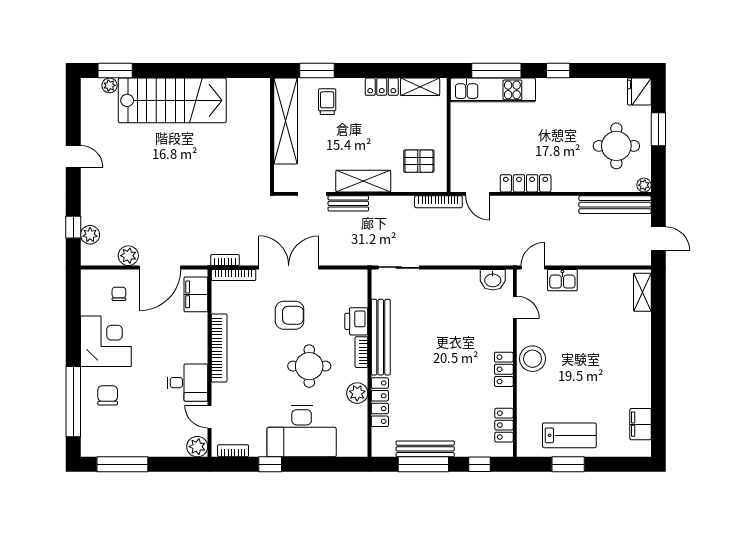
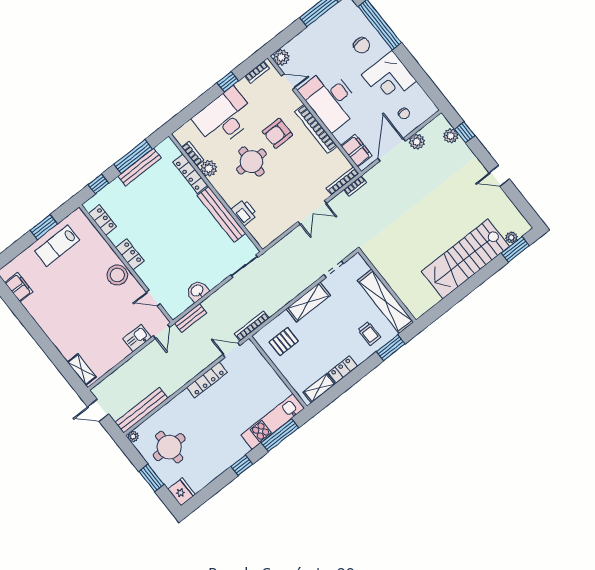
bench: (348, 203) -> (191, 318), moved
double door: (289, 267) -> (312, 212), width x0.73
washbasin: (493, 280) -> (197, 291), moved
armchair: (290, 315) -> (277, 133), moved
bookcase: (361, 352) -> (193, 153), moved
desk: (187, 383) -> (330, 99), width x1.87, depth x1.30

